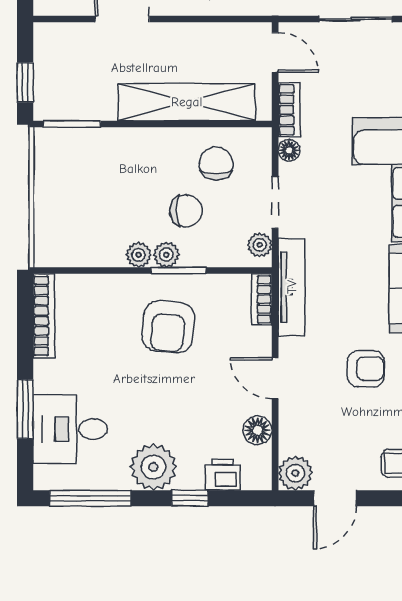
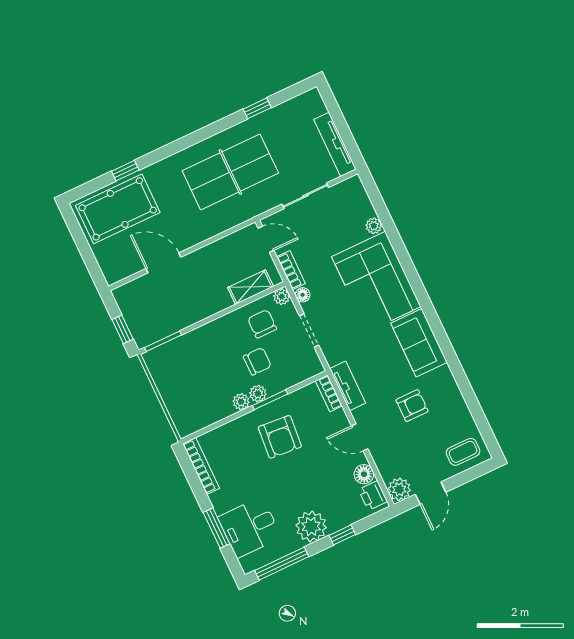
shelving: (187, 102) -> (251, 287), width x0.45, depth x0.75
plant: (260, 245) -> (282, 297), moved
tv unit: (292, 287) -> (348, 386), width x0.71
printer: (223, 474) -> (373, 495), moved, turned -90

